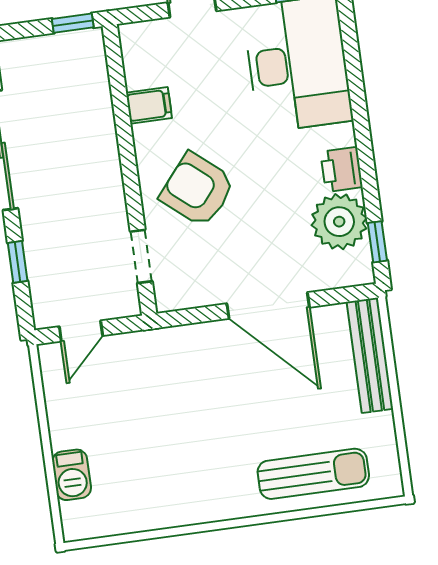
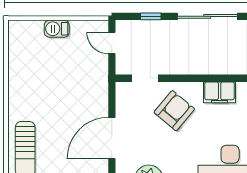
filing cabinet: (149, 105) -> (220, 92), width x2.00
barbecue: (72, 475) -> (57, 29), moved

